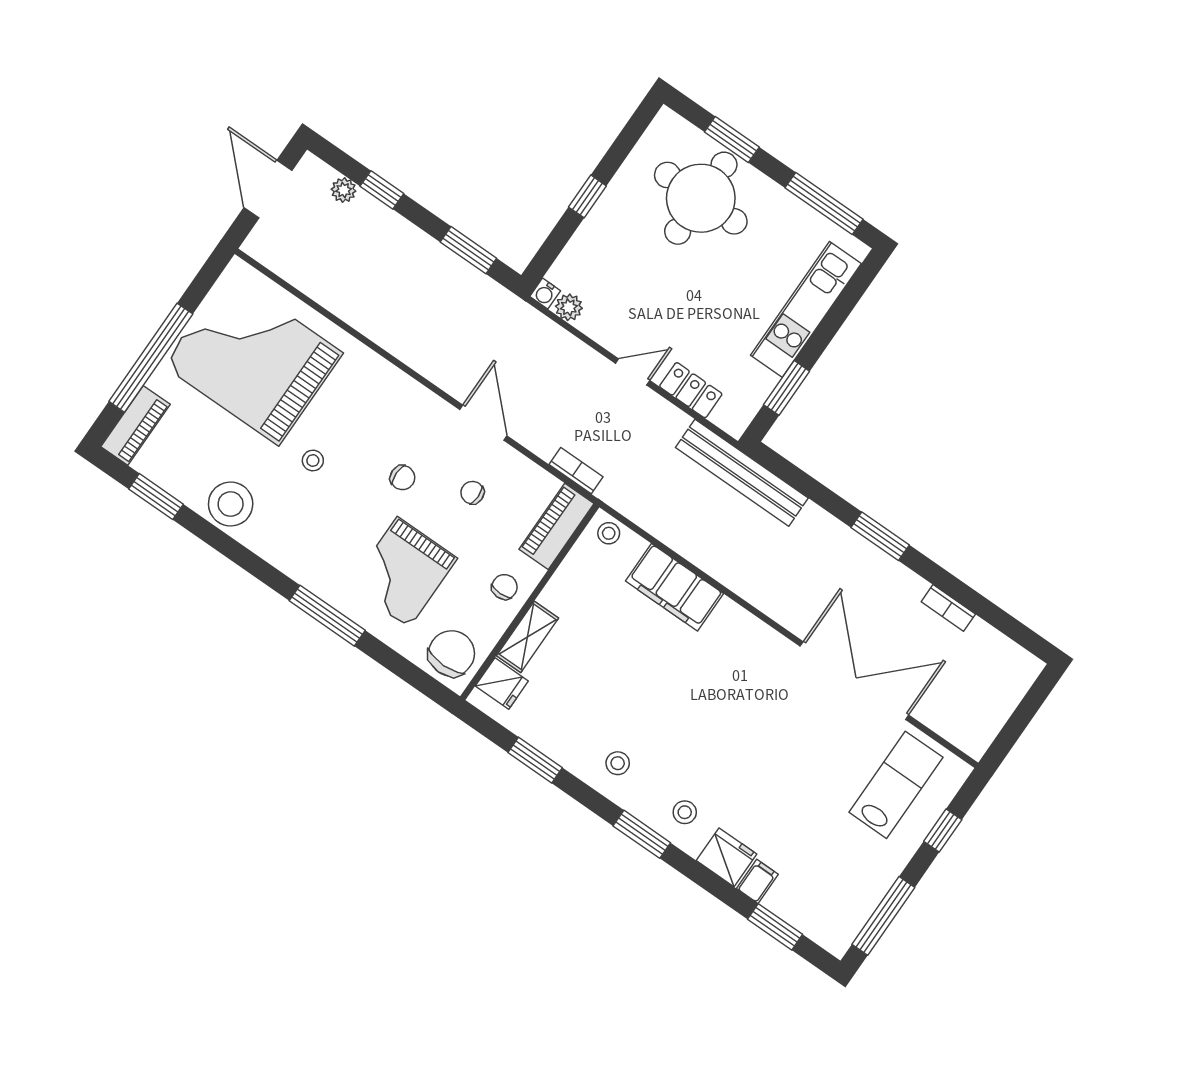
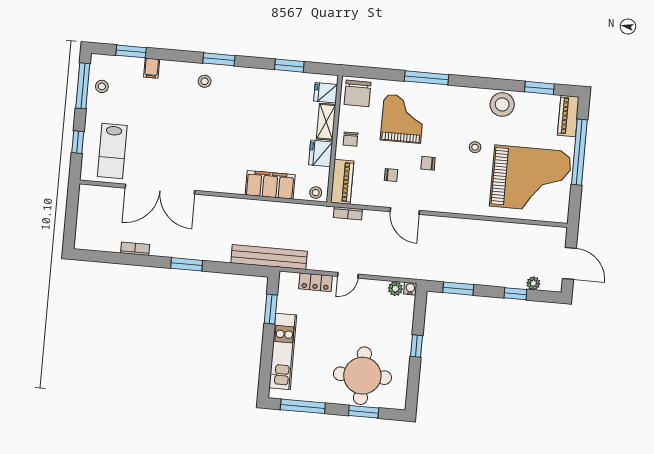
stool: (618, 763) -> (102, 86), moved
fridge: (727, 857) -> (321, 153), moved, turned 90

